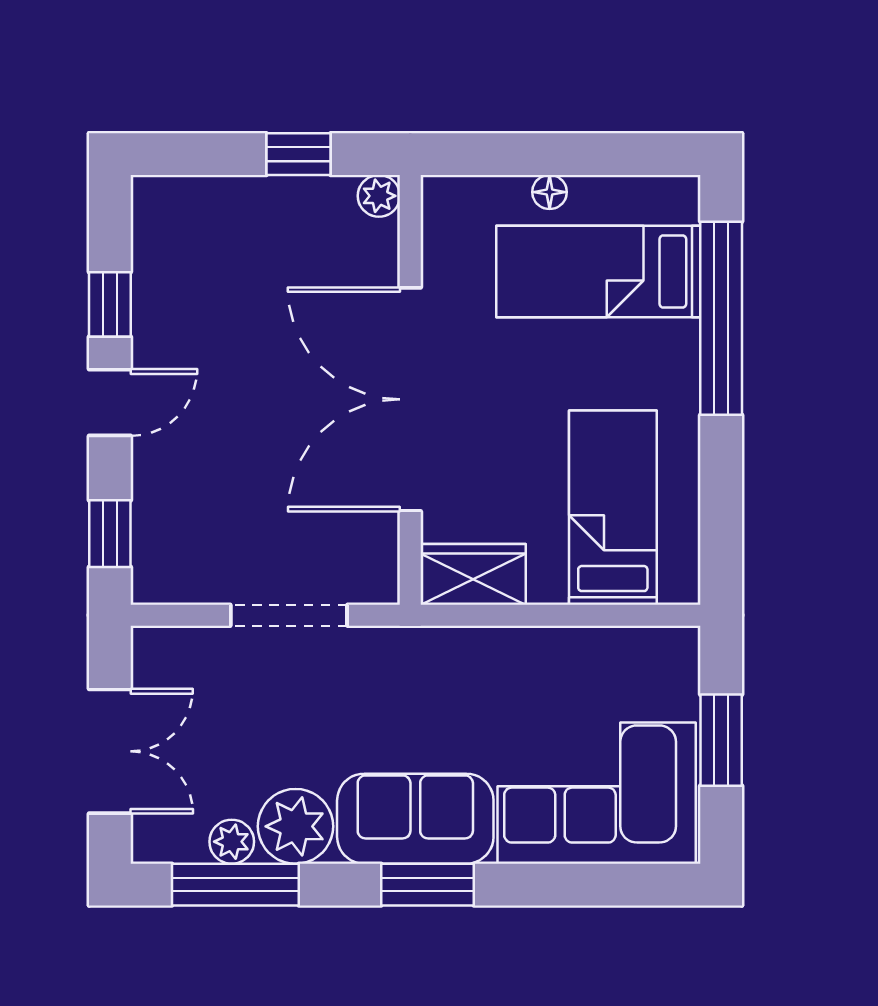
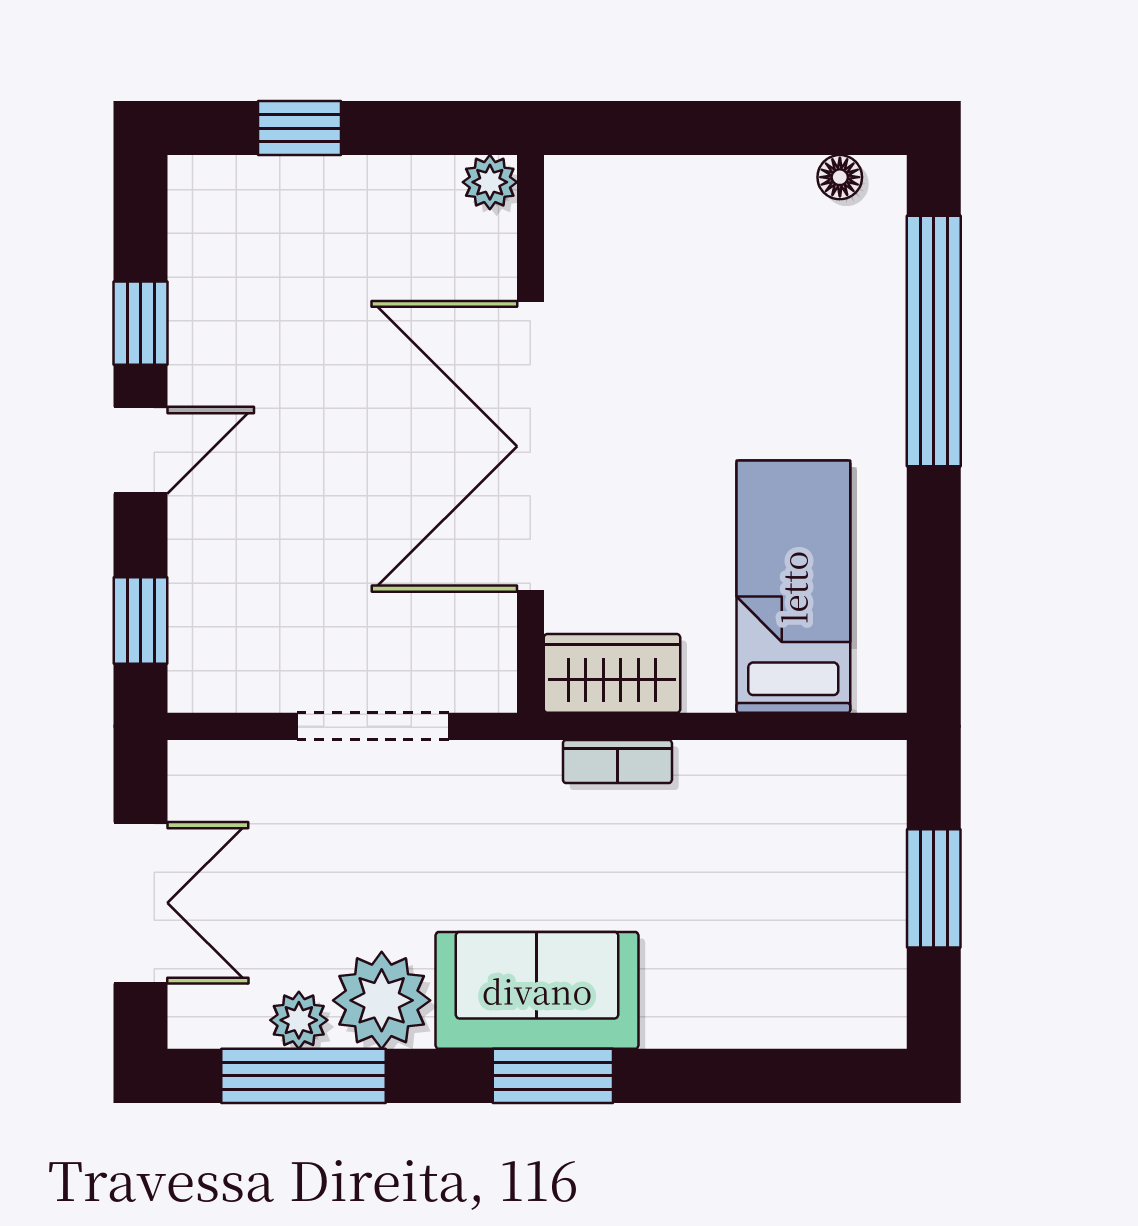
window: (298, 154) -> (299, 128), moved
floor lamp: (550, 192) -> (840, 177), moved
bed: (598, 272) -> (775, 280), removed
bookcase: (477, 642) -> (617, 762), added
corner sofa: (597, 793) -> (772, 957), removed

